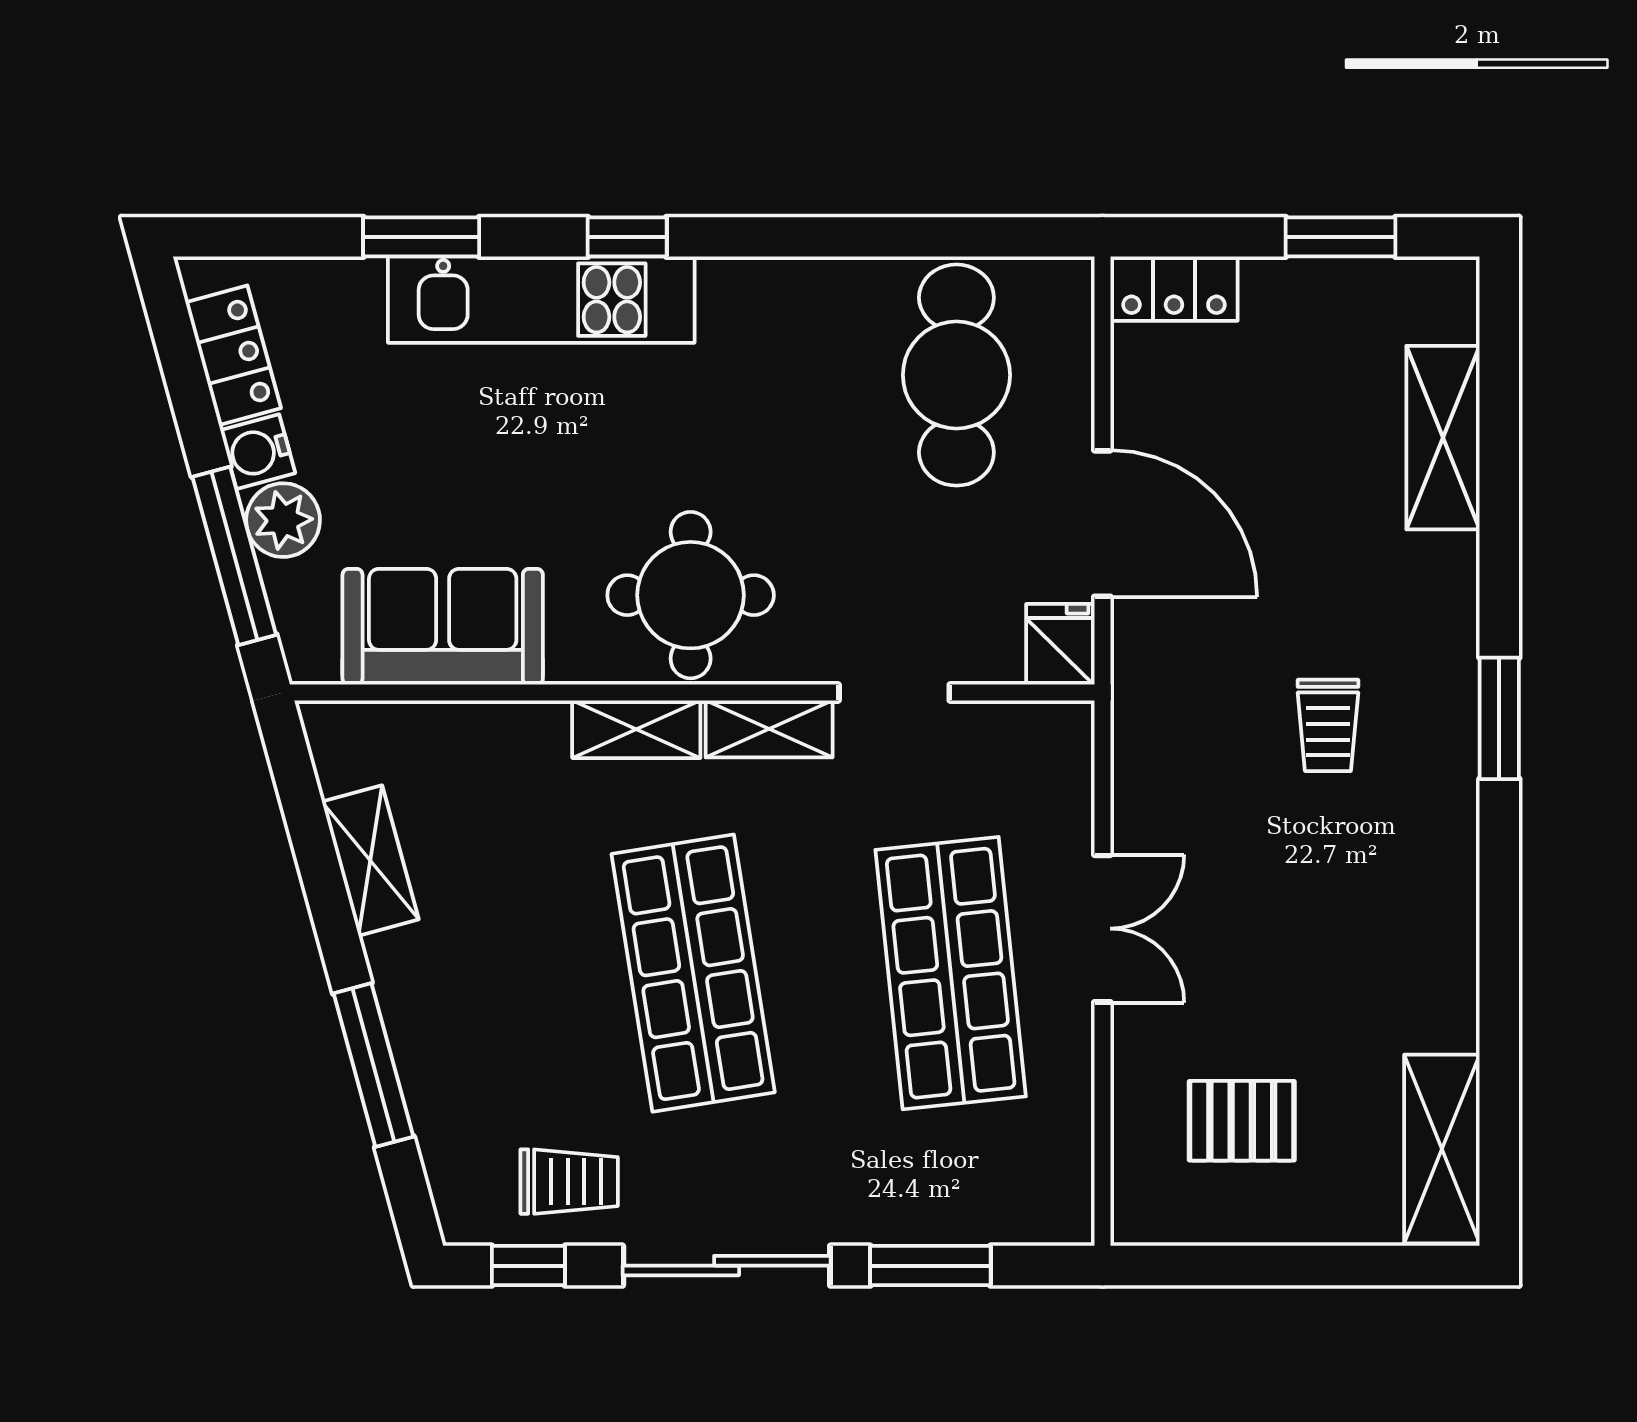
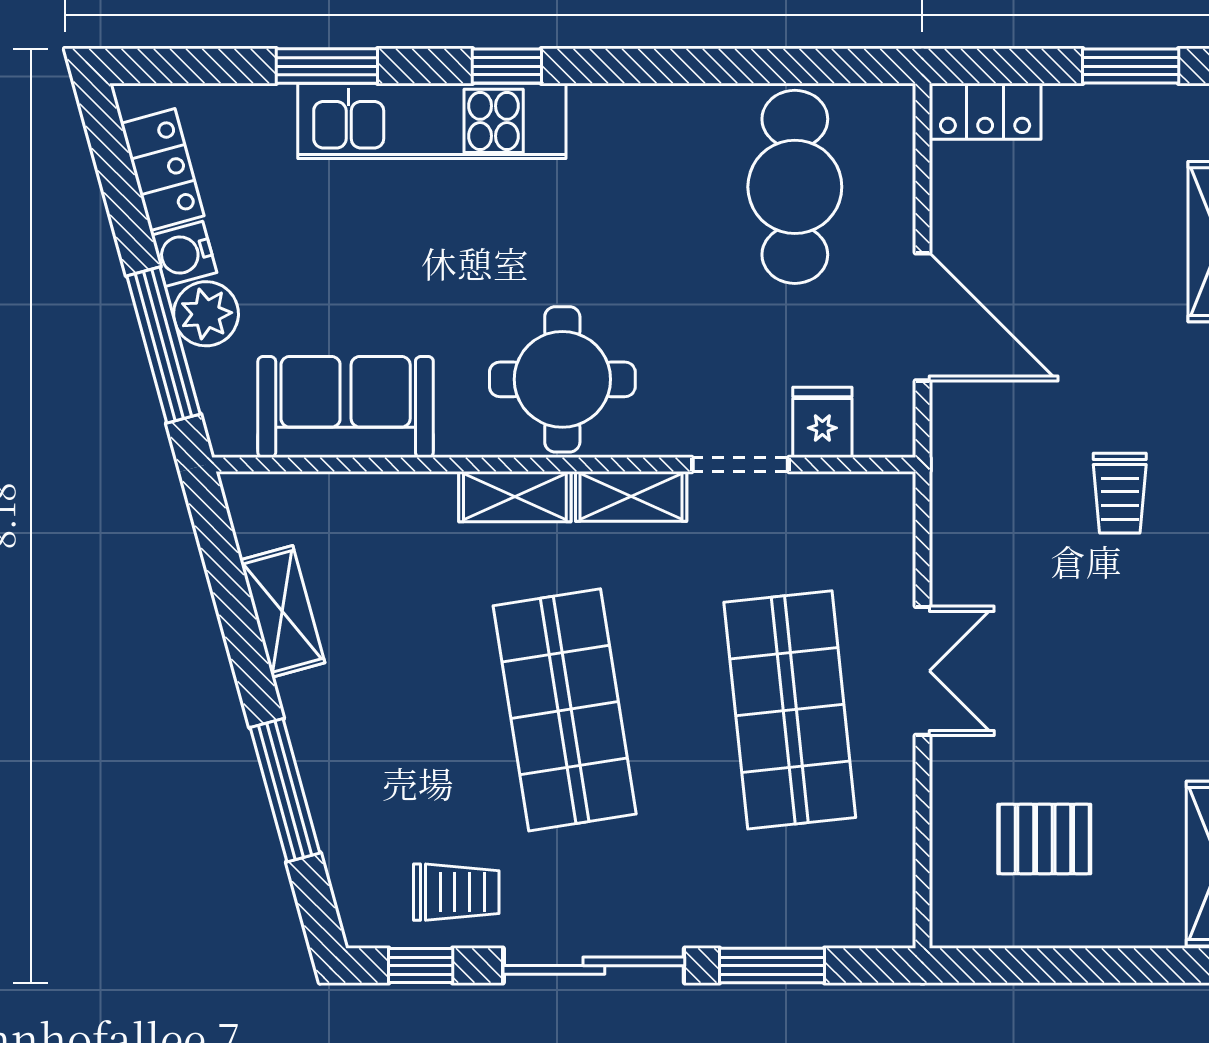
fridge: (1060, 644) -> (822, 422), moved

